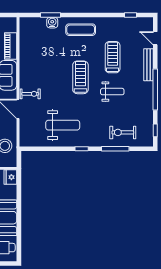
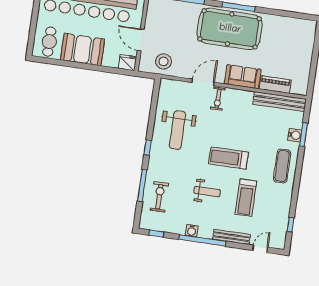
bench: (25, 40) -> (279, 102), added
treadmill: (113, 57) -> (246, 198), turned 90
treadmill: (80, 77) -> (228, 158), turned 180
weight bench: (112, 92) -> (207, 192), turned -90
water cooler: (148, 100) -> (192, 231), added

